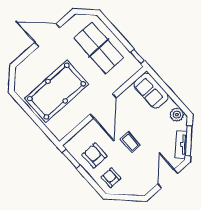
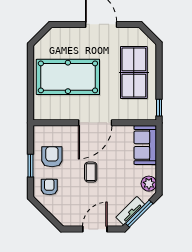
window: (71, 159) -> (31, 166), moved

